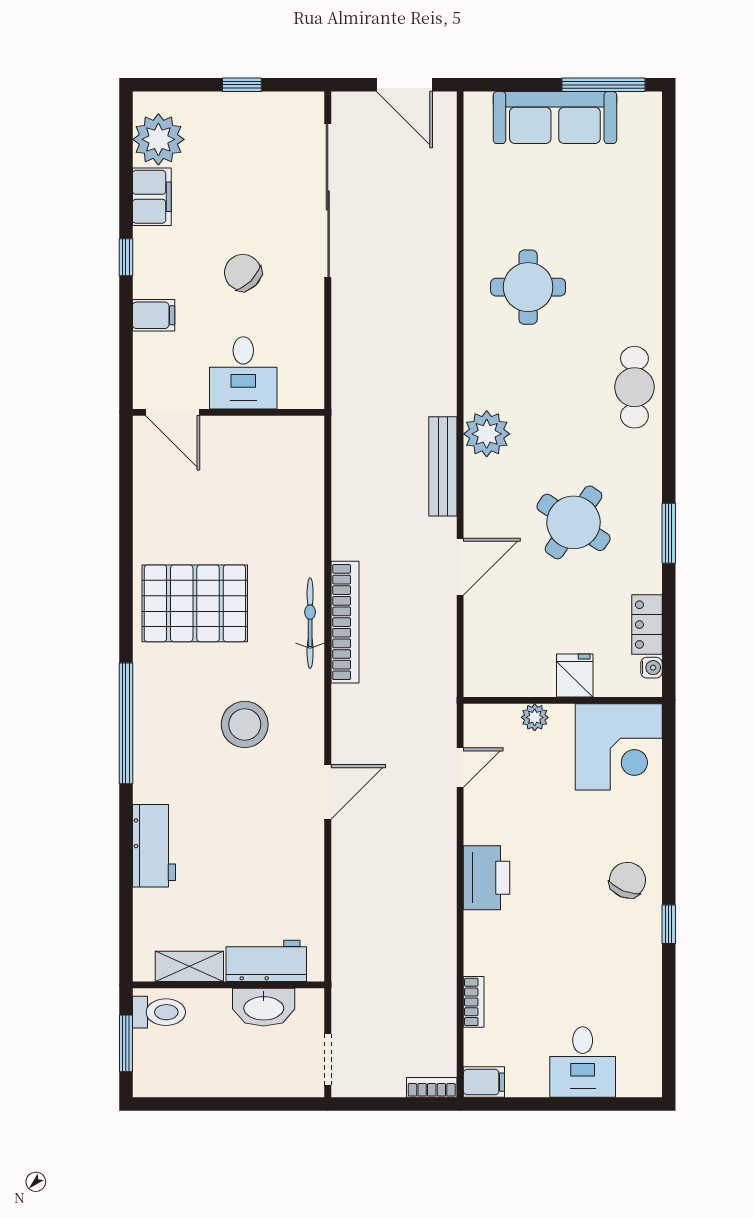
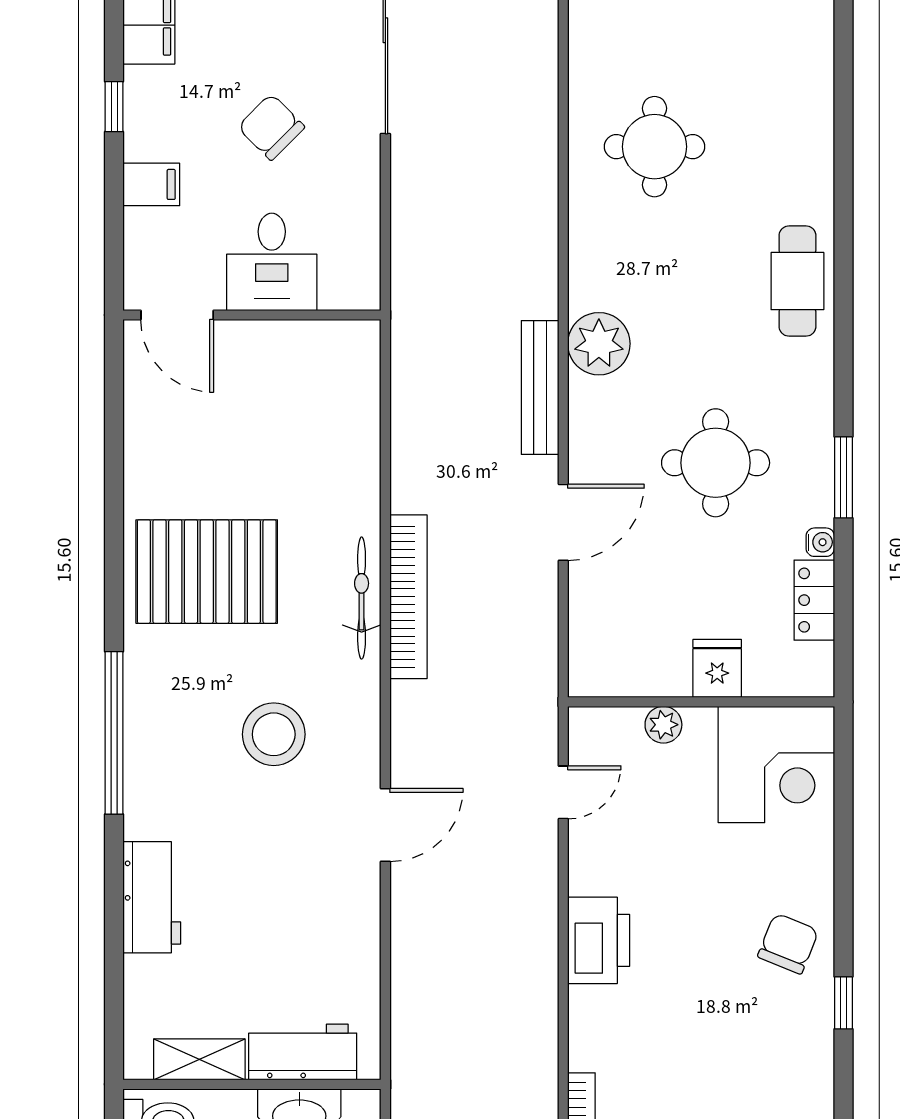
round table: (574, 522) -> (716, 463), turned -34
water cooler: (651, 668) -> (820, 542), moved

